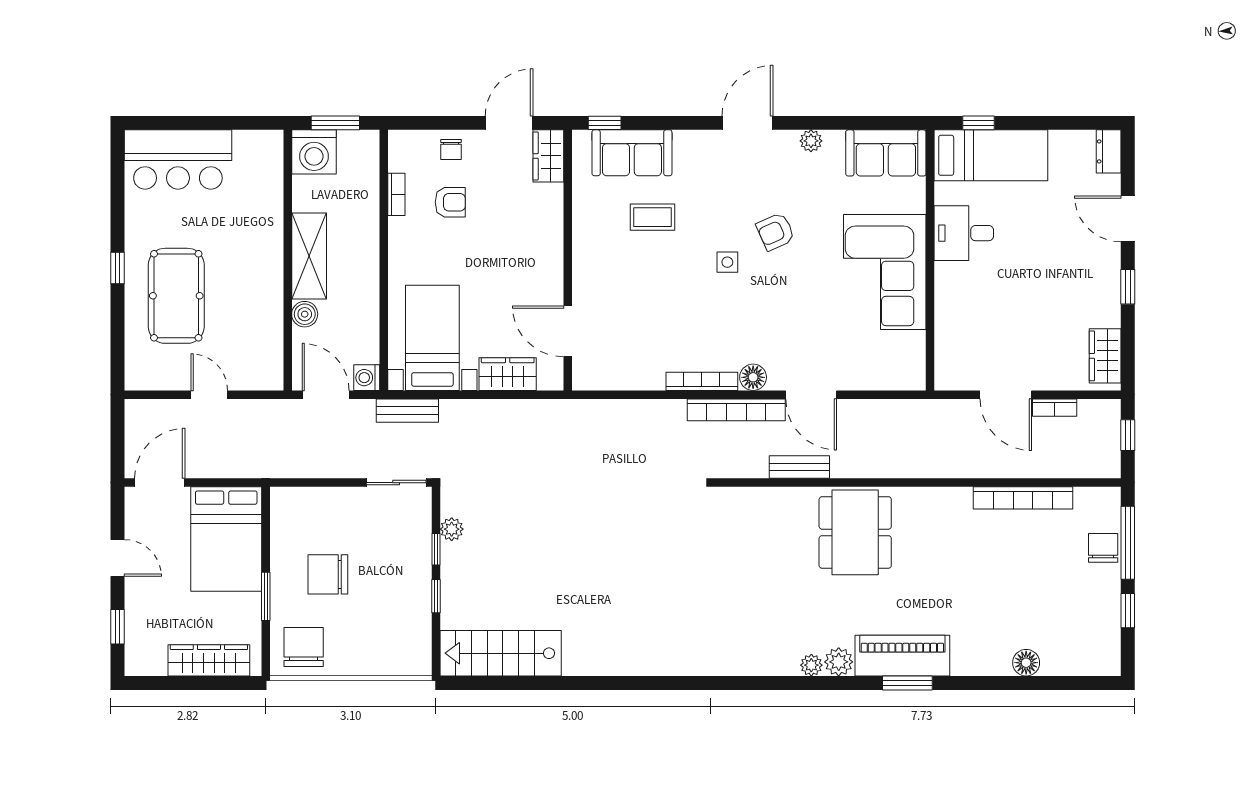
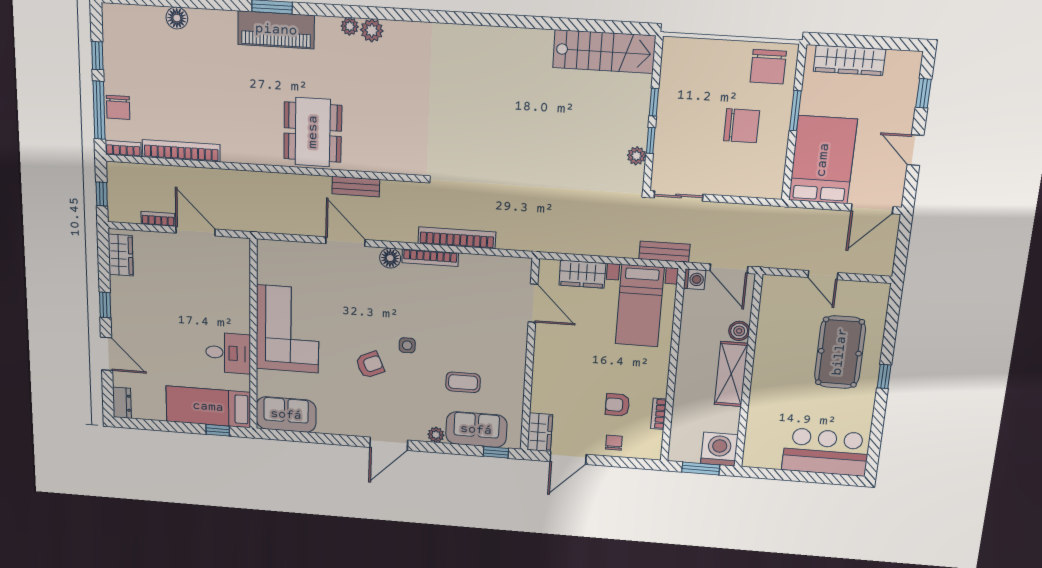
plant: (811, 141) -> (436, 435), moved
bookcase: (736, 410) -> (457, 238), moved
bookcase: (1098, 496) -> (123, 149), added
plant: (839, 662) -> (372, 30), moved

